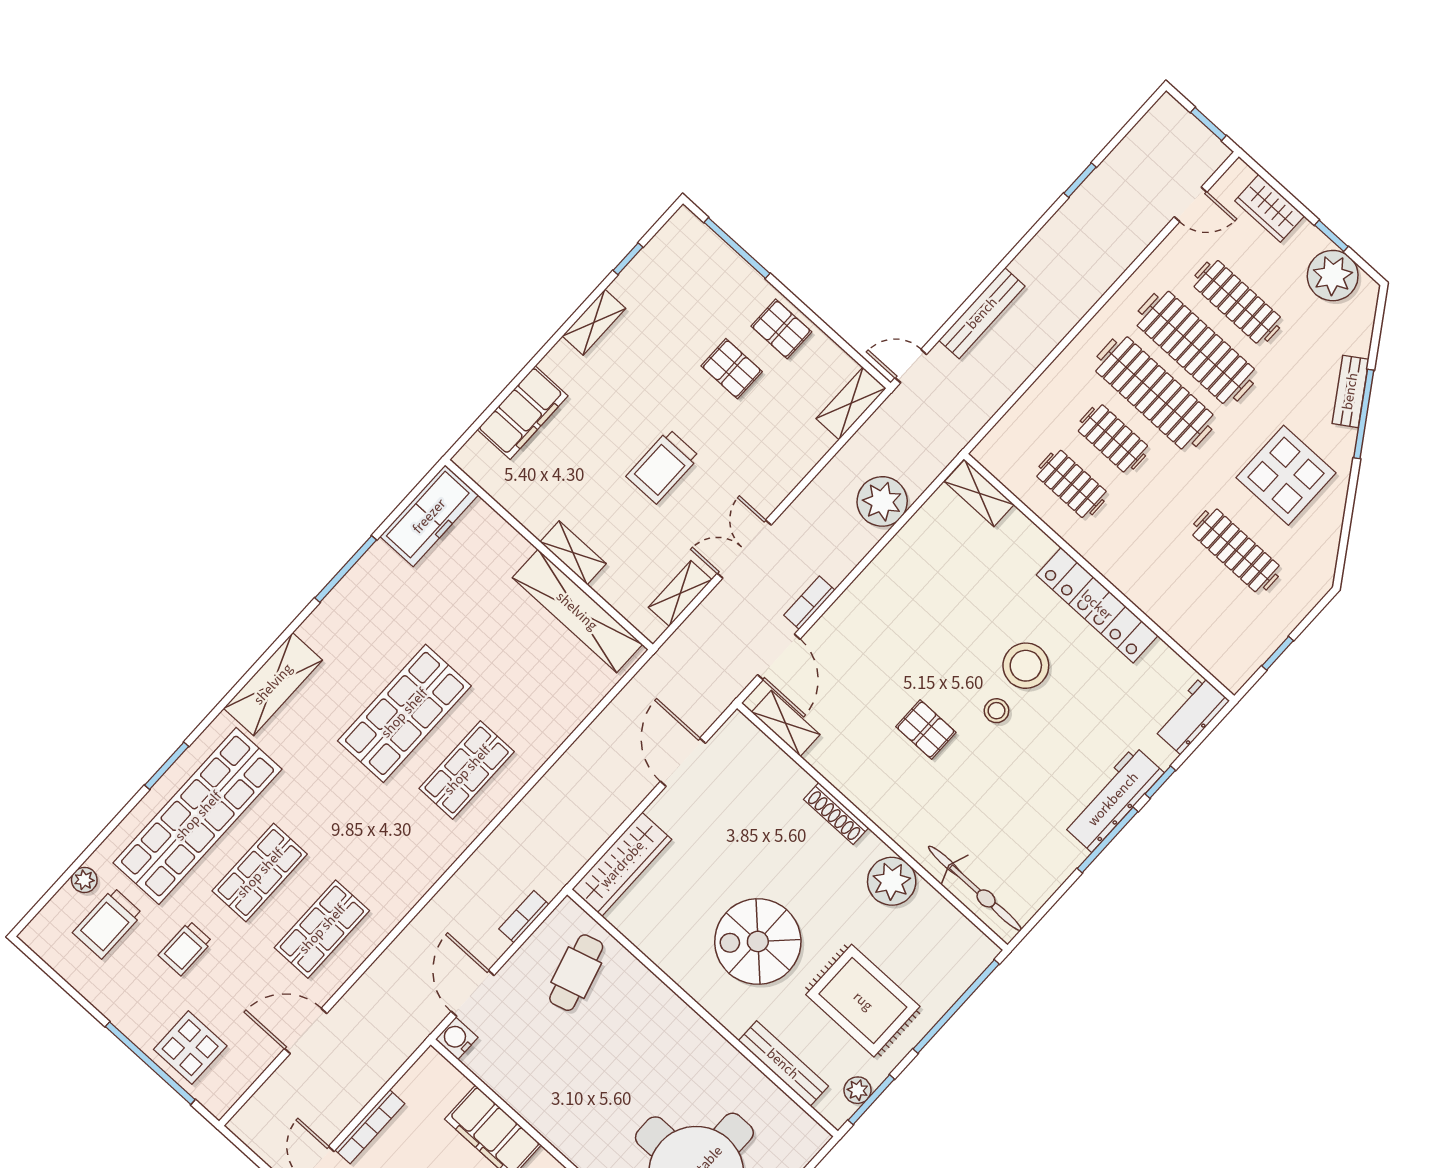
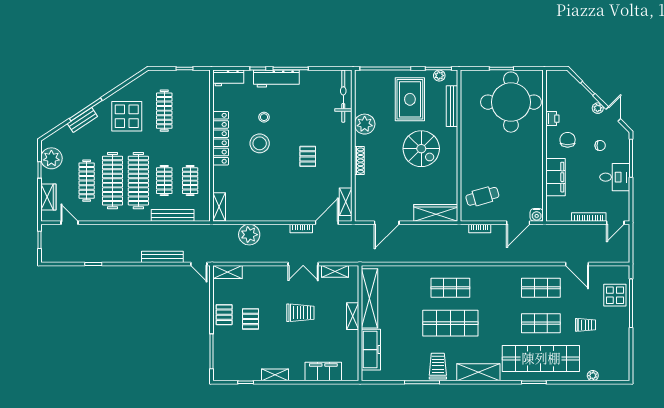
bench: (1038, 398) -> (173, 215), added
freezer: (429, 516) -> (371, 350), moved, turned 90
stool: (996, 711) -> (264, 117), moved
trolley: (108, 923) -> (438, 366), moved, turned -90

